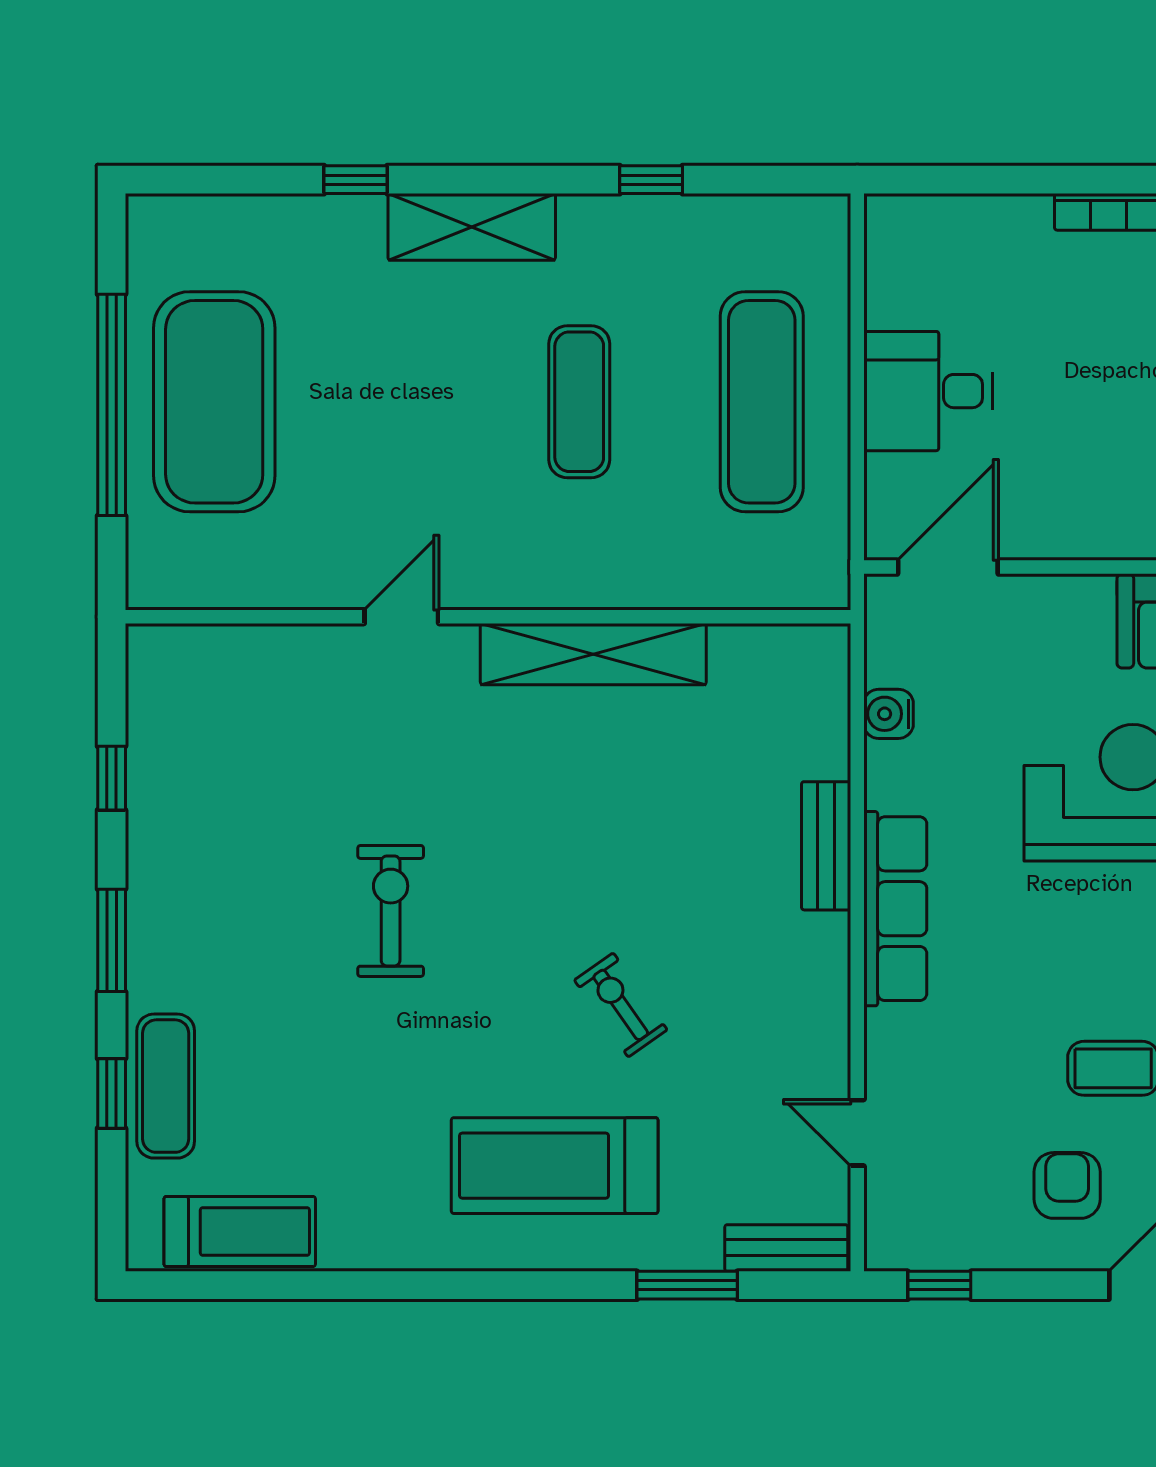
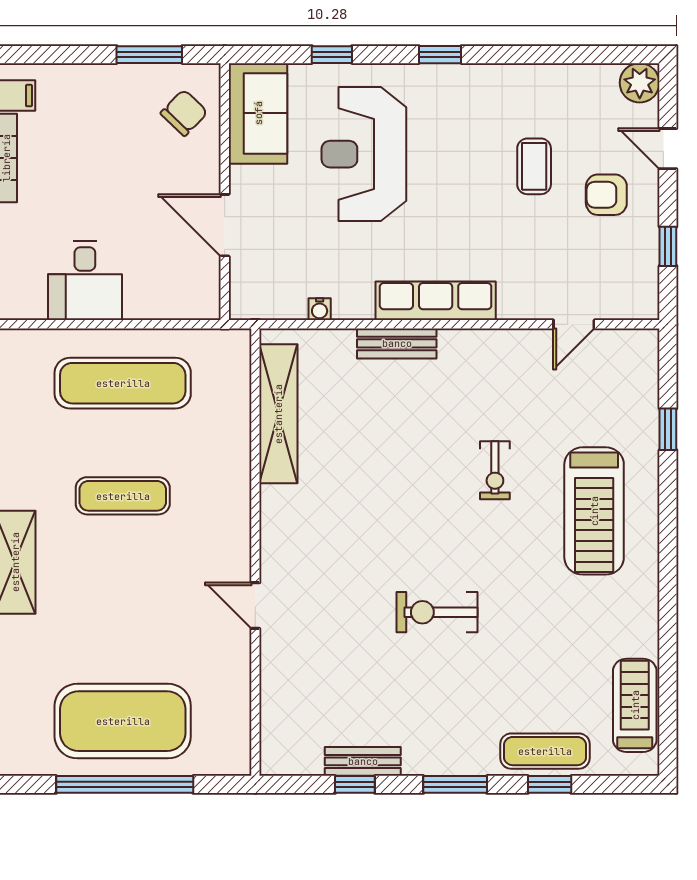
desk: (928, 391) -> (85, 280), moved
door: (948, 567) -> (225, 225), moved
shelving: (593, 654) -> (278, 414), moved
water cooler: (889, 714) -> (320, 309), width x0.72, depth x0.72
exercise bike: (621, 1005) -> (495, 470), turned -55
bench: (786, 1248) -> (363, 761), moved, turned 90
window: (687, 1285) -> (668, 429), width x0.67
window: (939, 1285) -> (668, 246), moved

